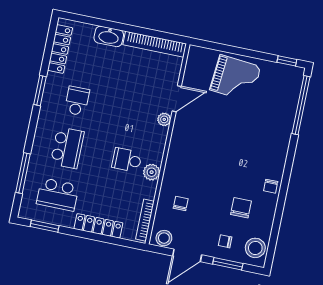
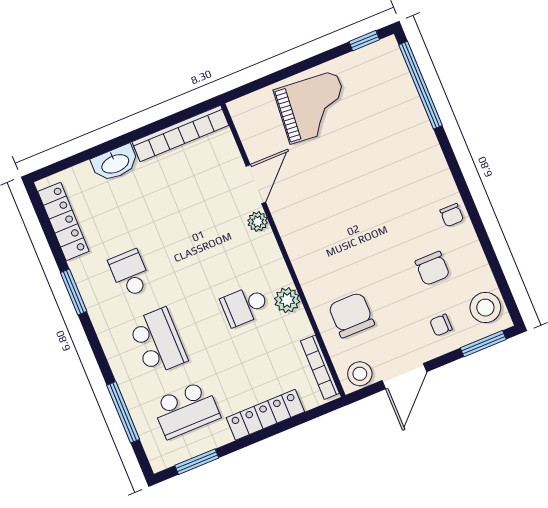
chair: (181, 204) -> (351, 315), width x1.87, depth x1.87
chair: (241, 208) -> (432, 268), turned 180
window: (228, 264) -> (483, 344), moved

